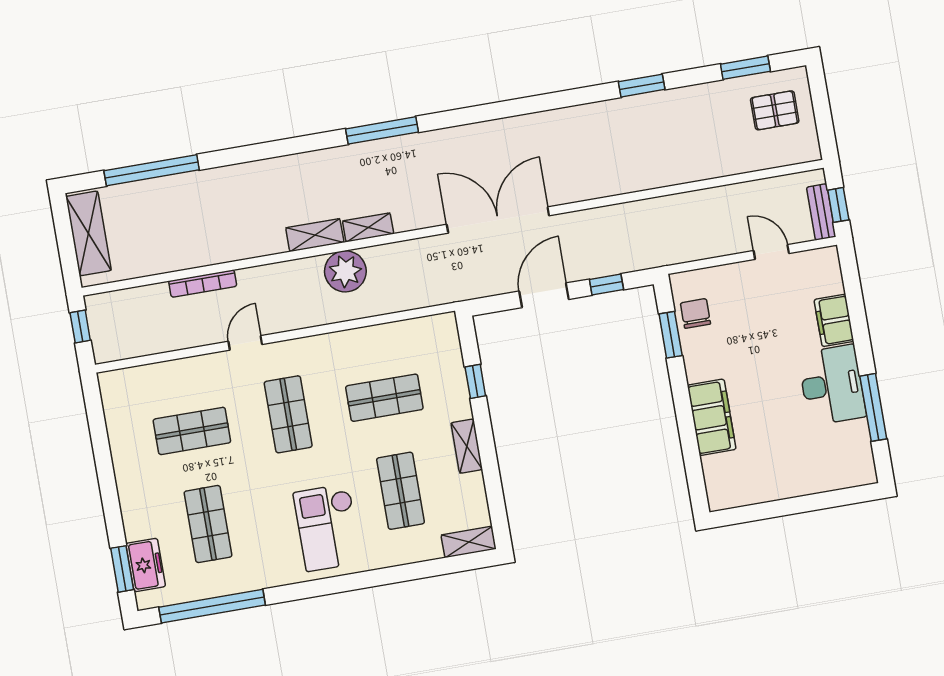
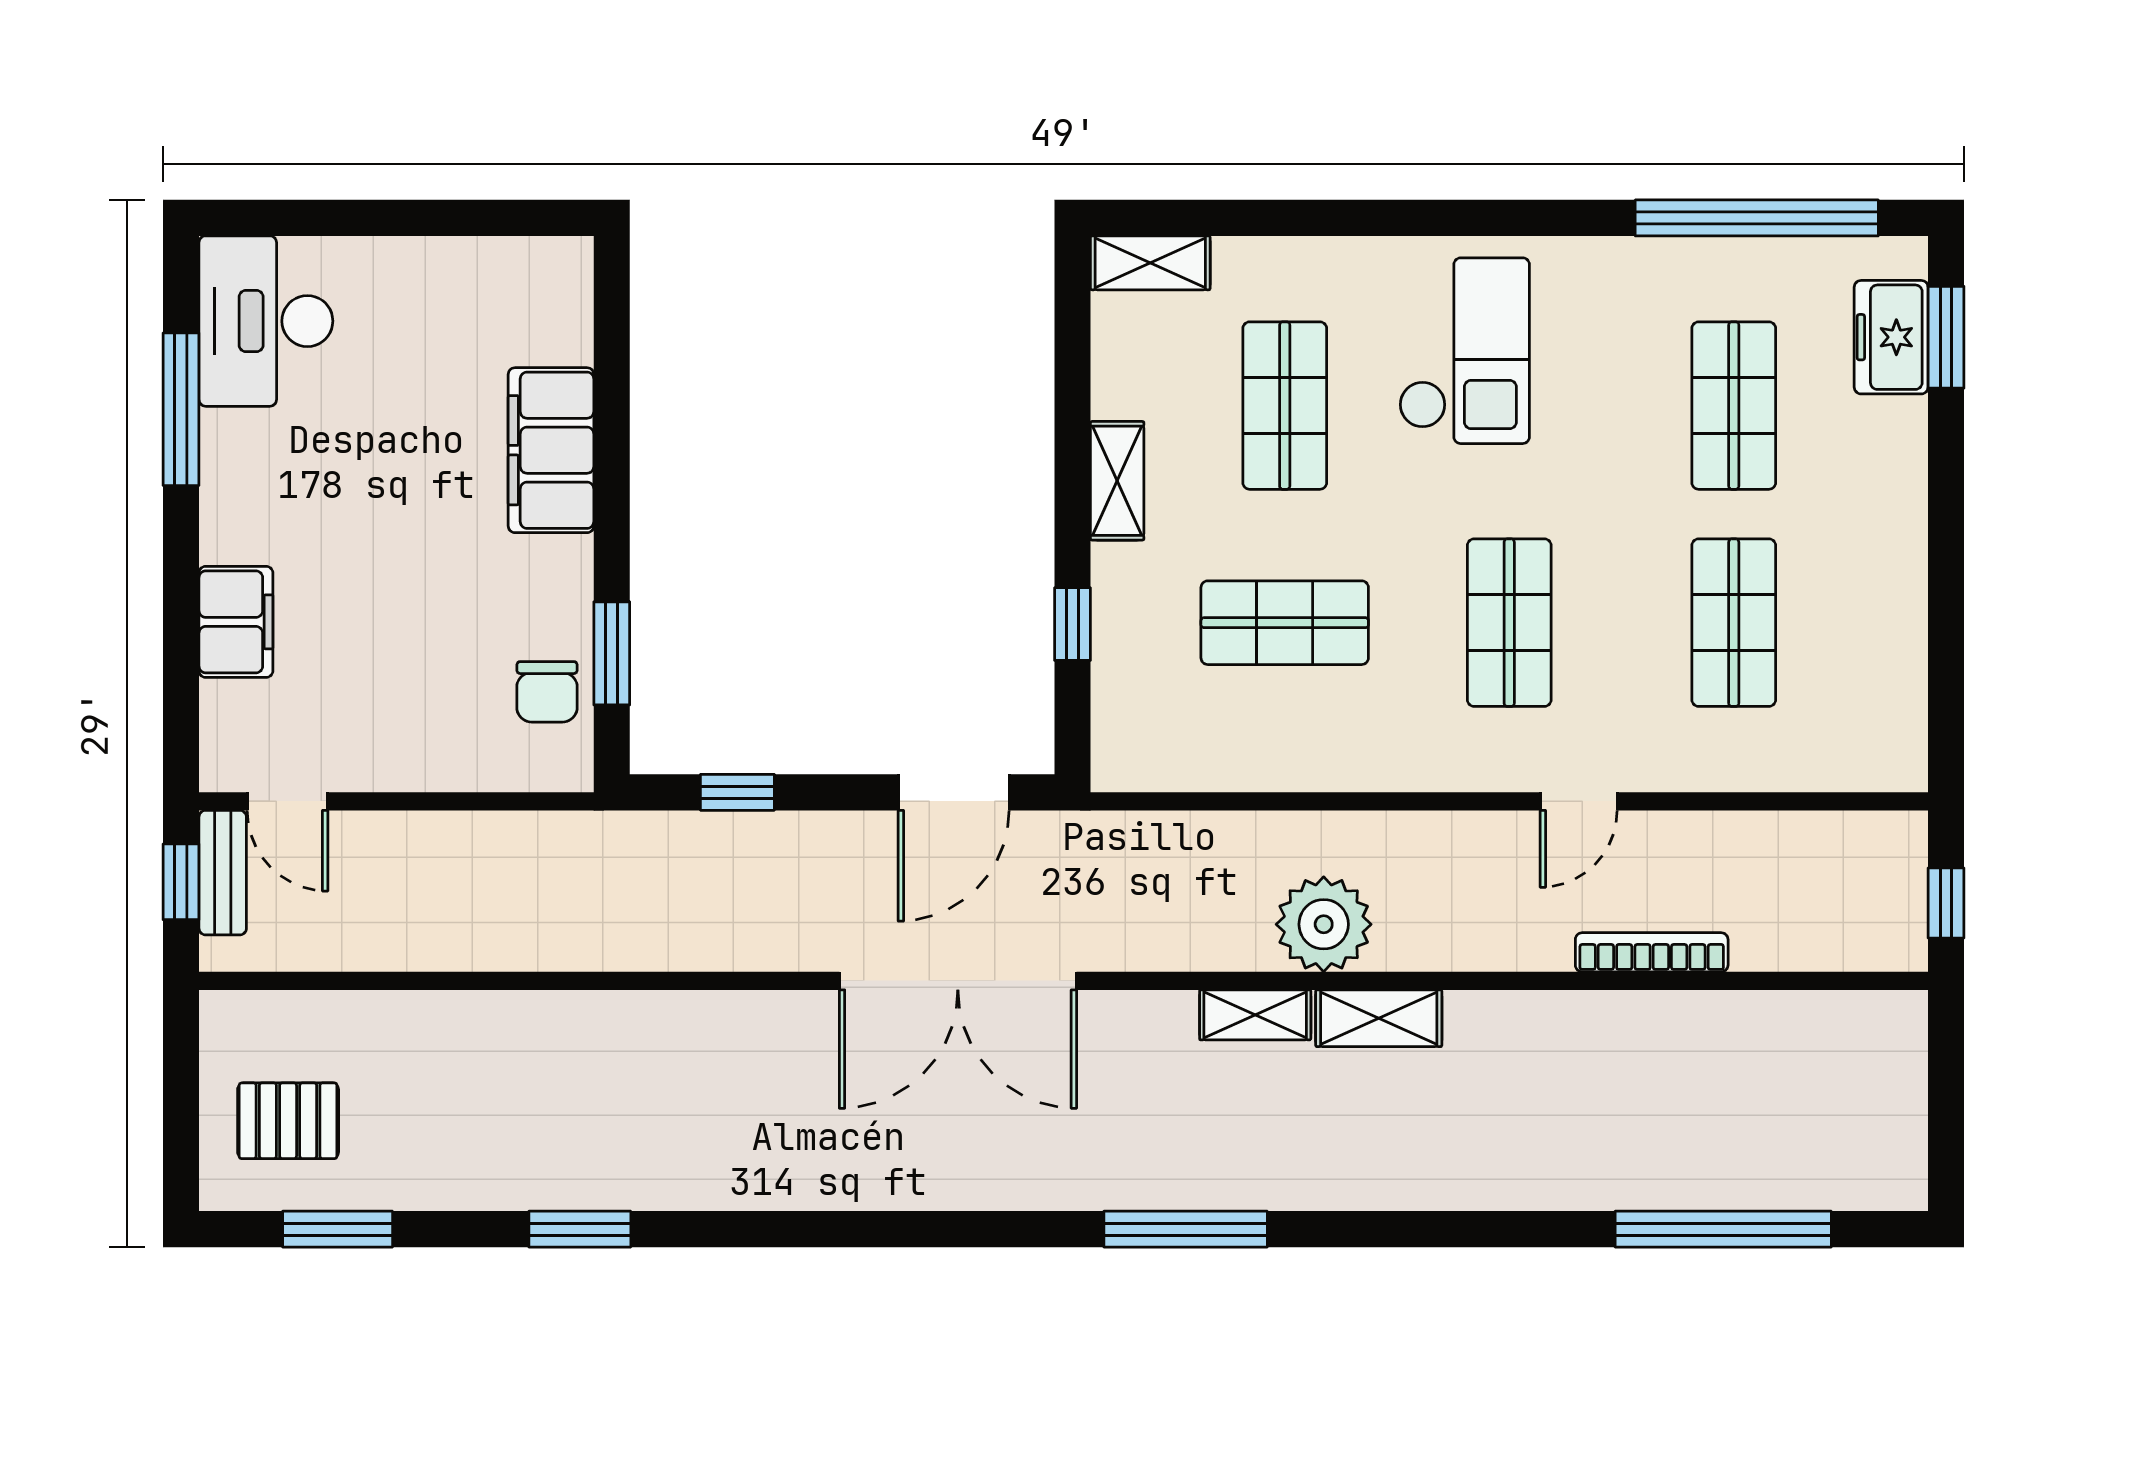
shelving: (88, 233) -> (1891, 1111), removed
door: (771, 252) -> (287, 801), moved
door: (544, 295) -> (954, 792), moved
desk: (832, 385) -> (266, 321), moved
shop shelf: (192, 431) -> (1734, 623), turned 90

